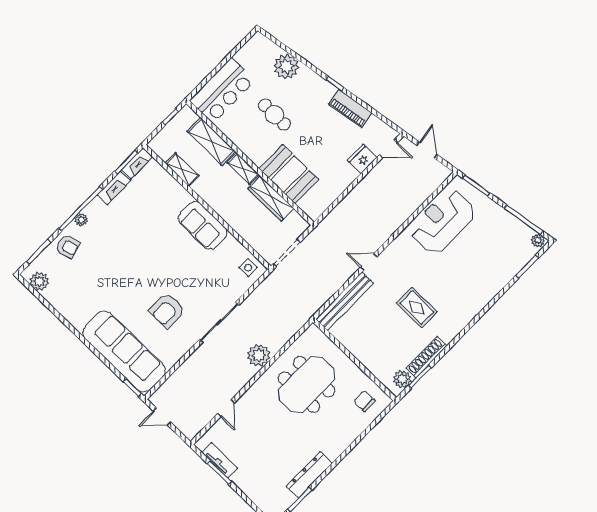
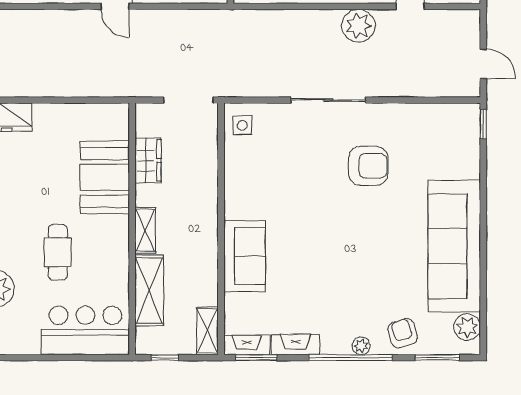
shelving: (182, 169) -> (207, 331), moved
wardrobe: (271, 198) -> (148, 160), width x0.67
sofa: (203, 225) -> (244, 256), moved
sofa: (124, 352) -> (454, 246), moved
plant: (259, 355) -> (358, 26), moved

